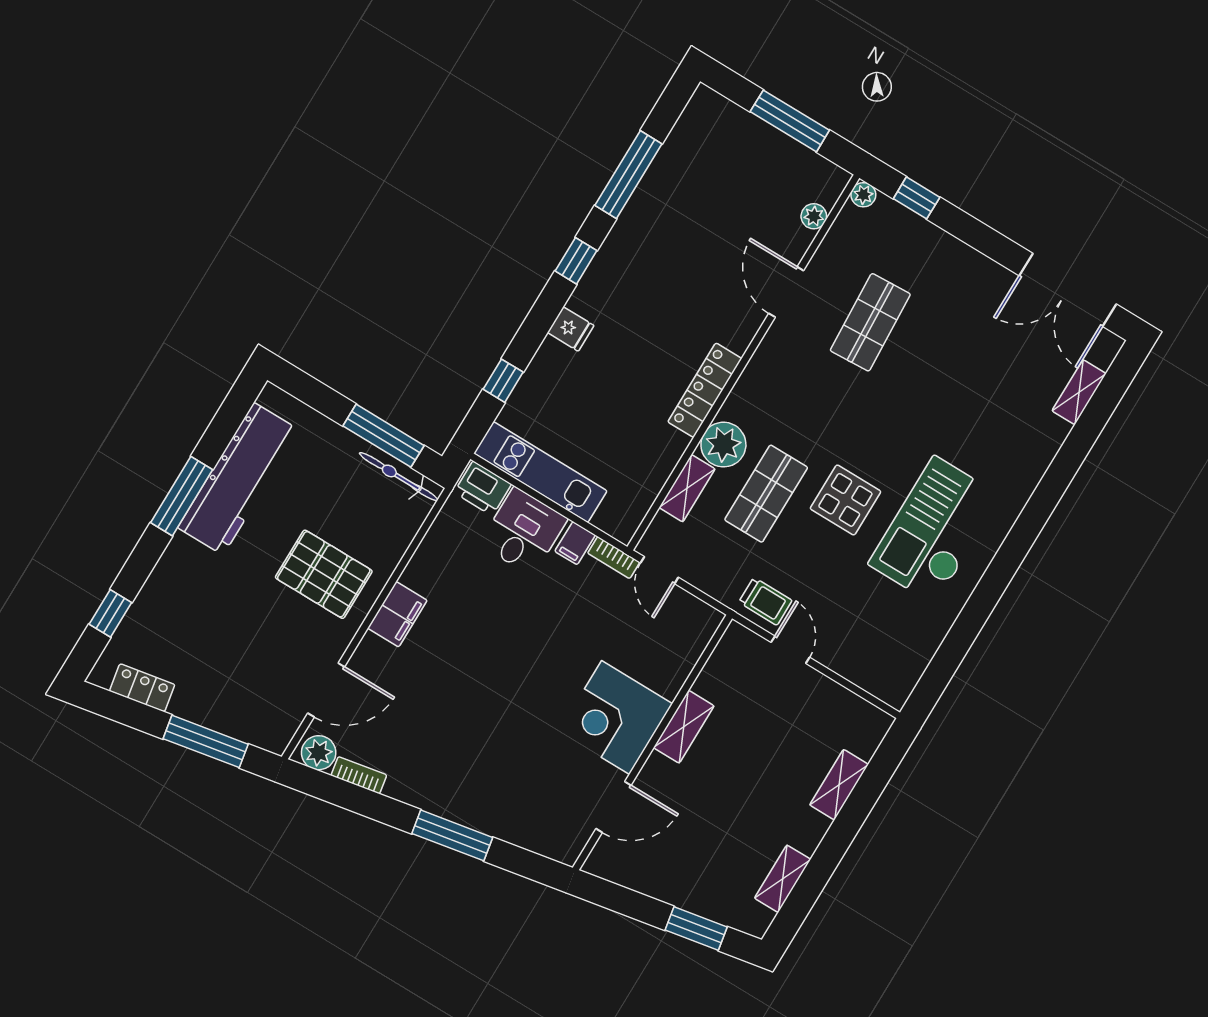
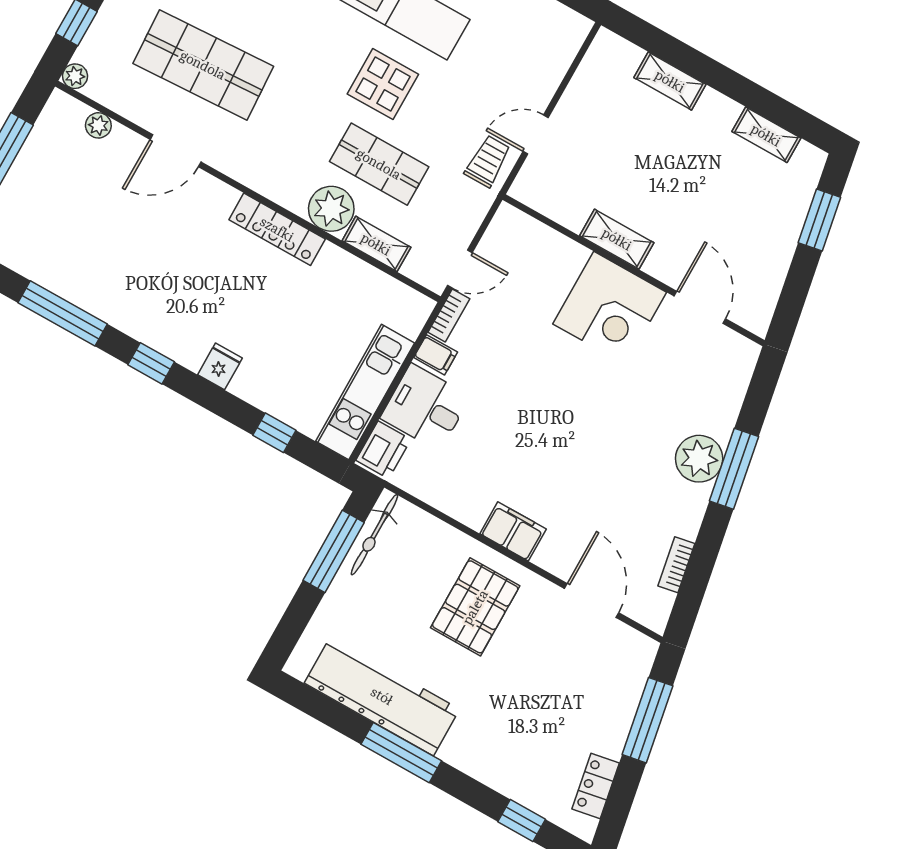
shop shelf: (870, 322) -> (203, 65), width x1.43, depth x1.36
plant: (319, 753) -> (699, 459), moved, width x1.36, depth x1.36

